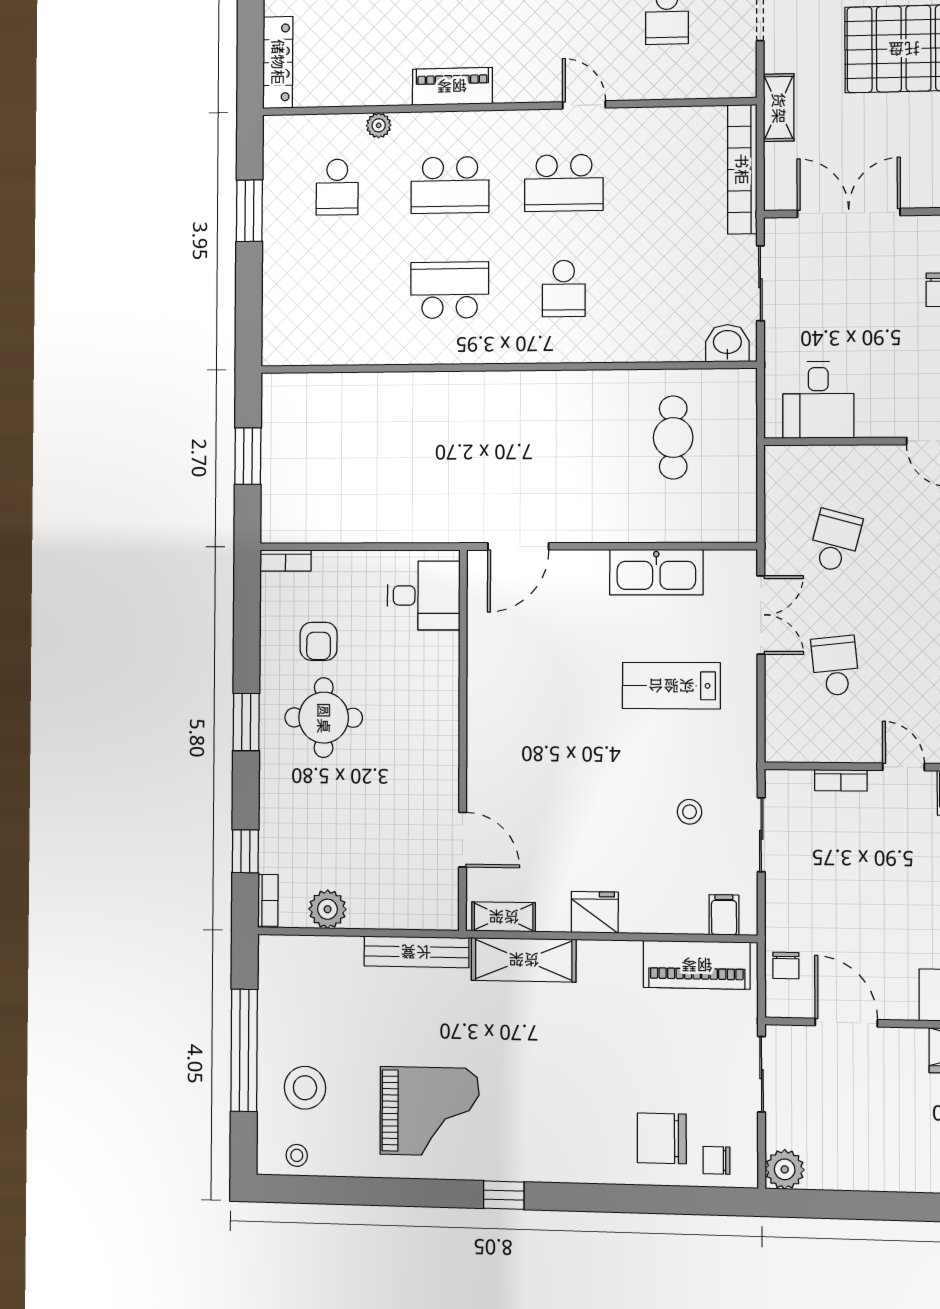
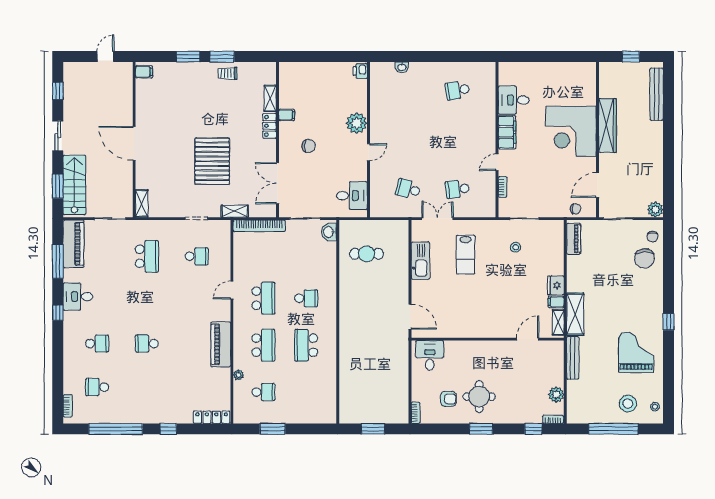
piano: (452, 86) -> (221, 344), width x1.37, depth x1.33
filing cabinet: (724, 915) -> (556, 302), moved
piano: (697, 965) -> (574, 239), width x0.73, depth x0.75

